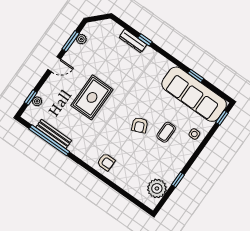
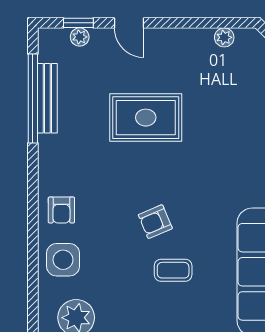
window: (71, 41) -> (209, 23), removed
door: (54, 64) -> (129, 23), moved
side table: (194, 134) -> (63, 260), moved, width x1.87, depth x1.87

